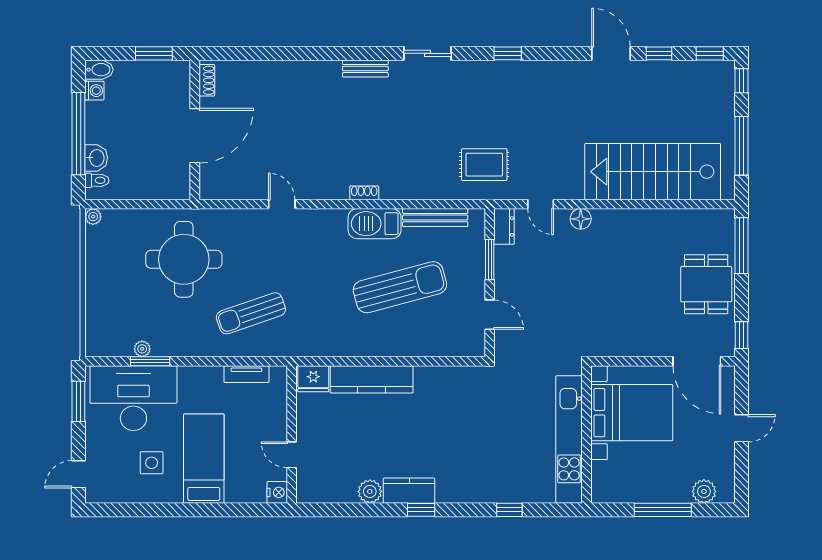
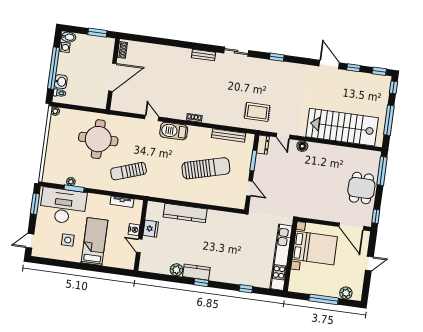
barbecue: (375, 224) -> (174, 131), moved
fridge: (313, 379) -> (151, 229), moved, turned -90
nightstand: (277, 492) -> (134, 230), moved

